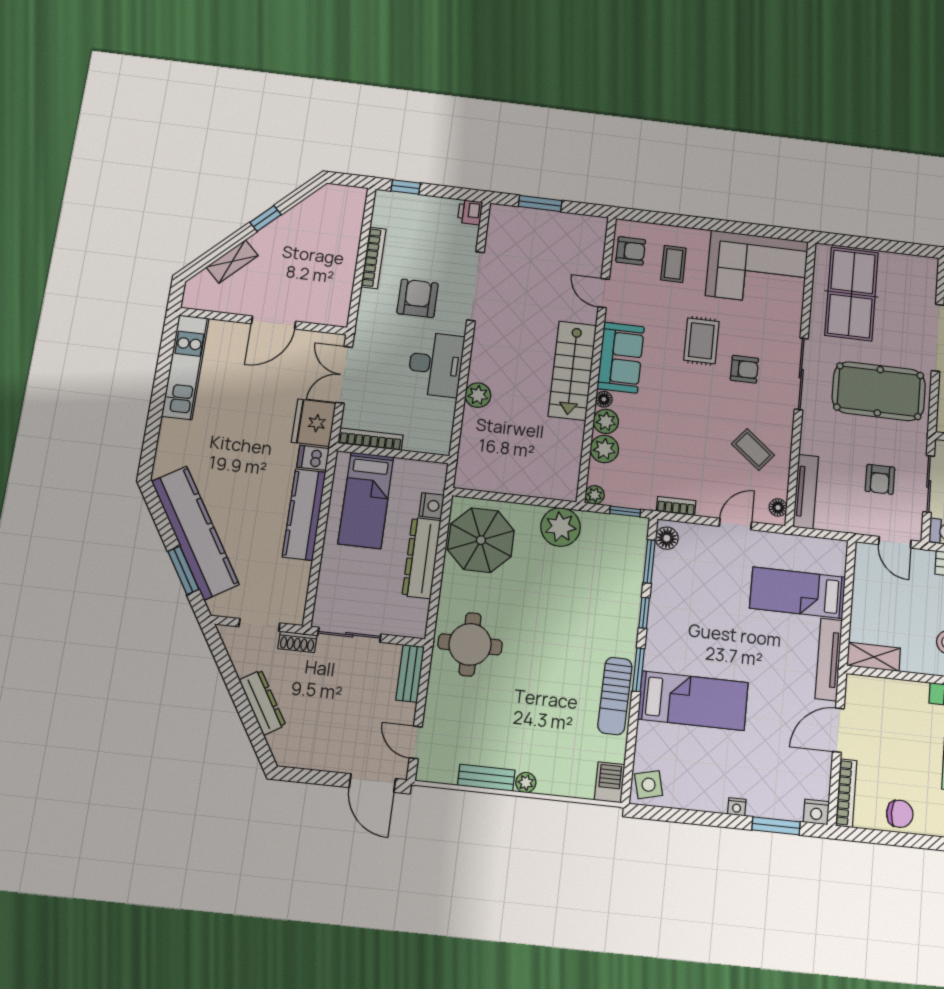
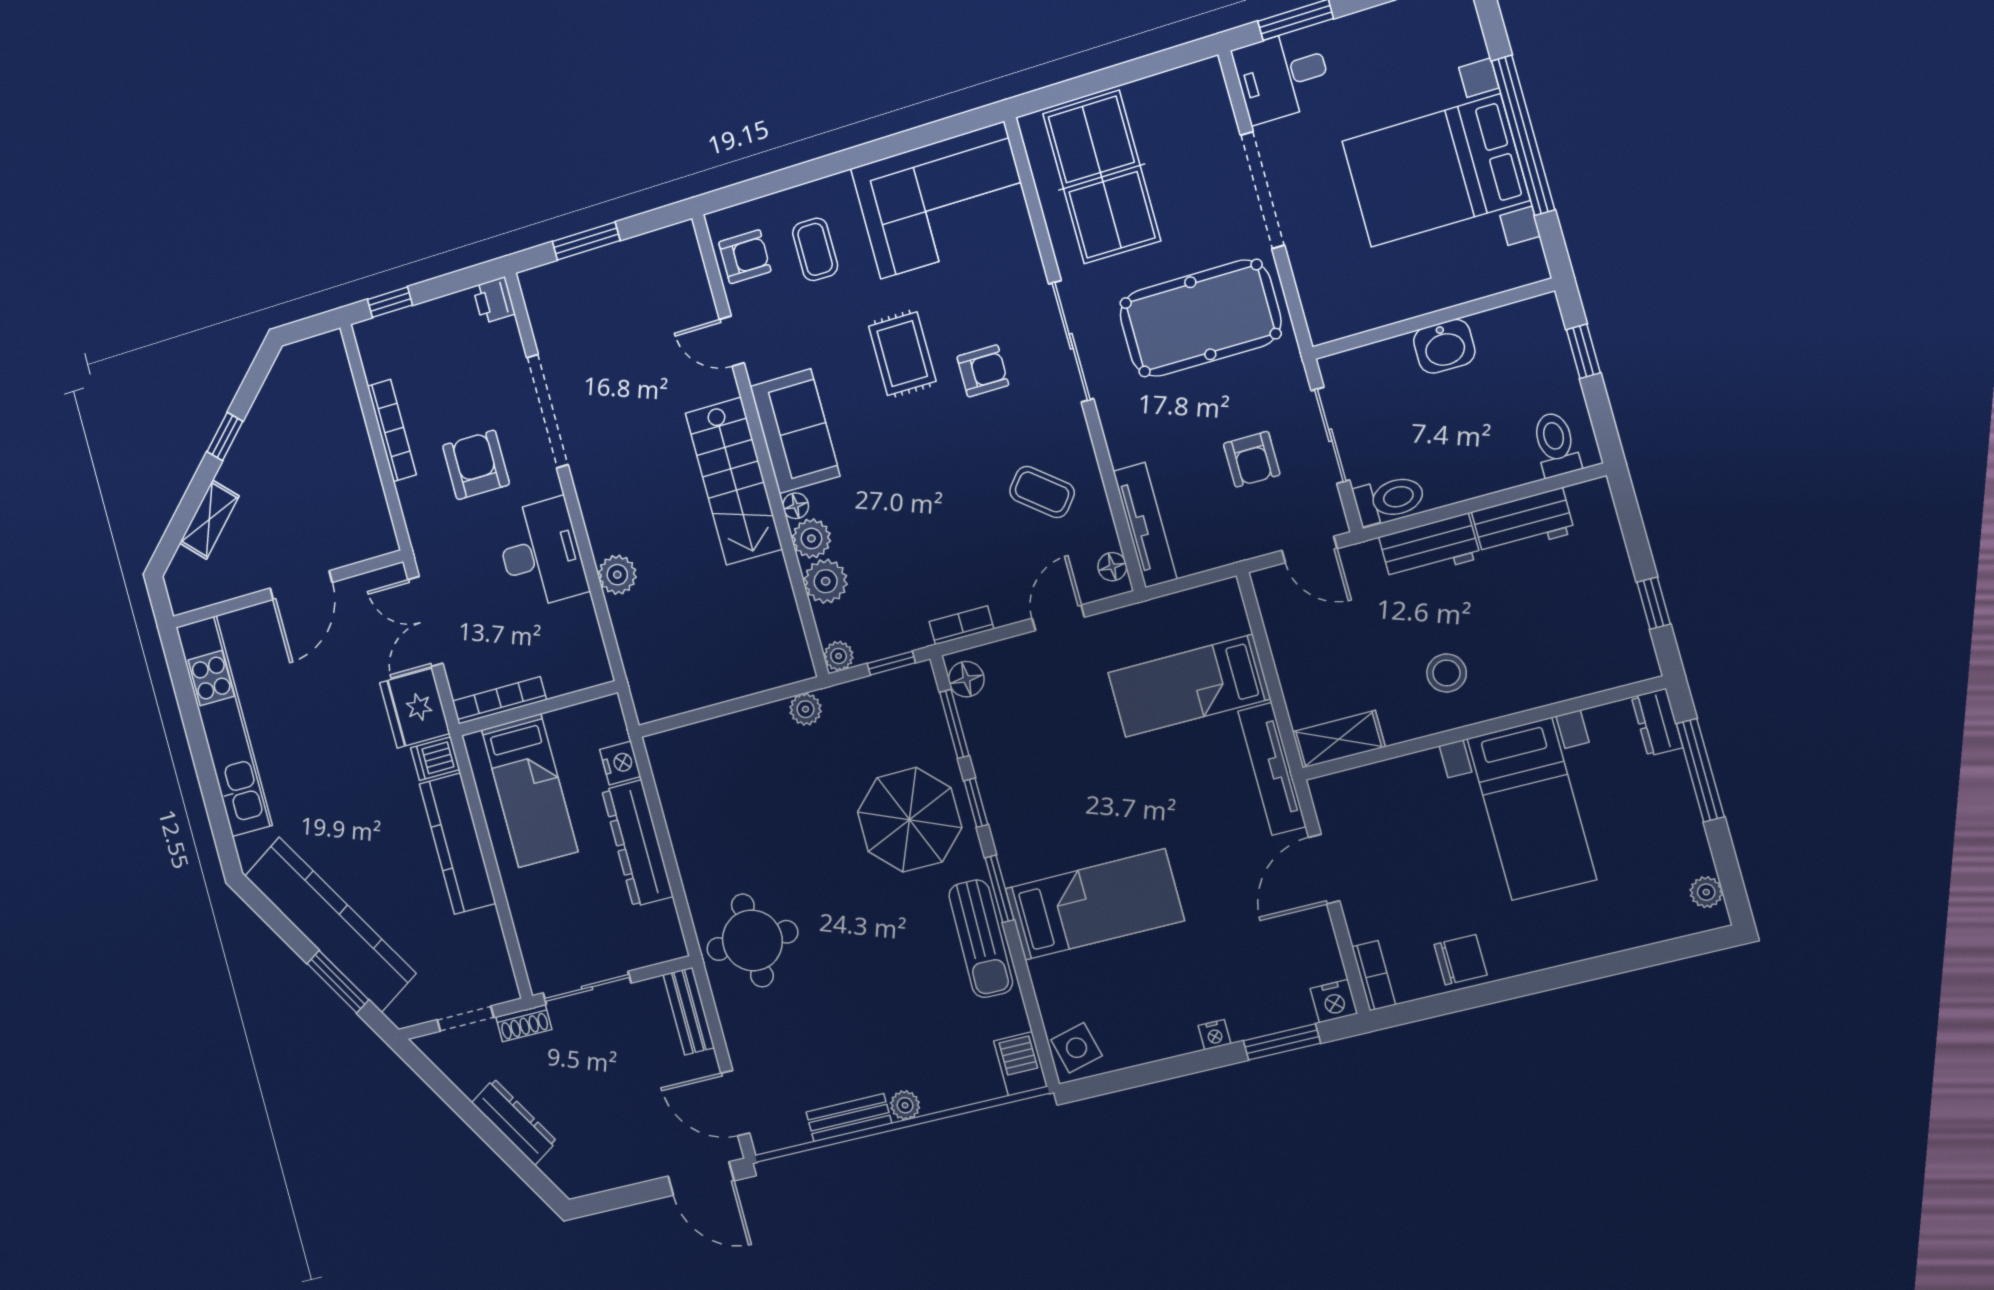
kitchen unit: (185, 367) -> (224, 726), width x1.36
plant: (561, 527) -> (805, 709), width x0.53, depth x0.53
parasol: (481, 540) -> (910, 820), moved
door: (416, 742) -> (735, 1103), width x1.38
bookcase: (846, 793) -> (1374, 976), width x0.64

